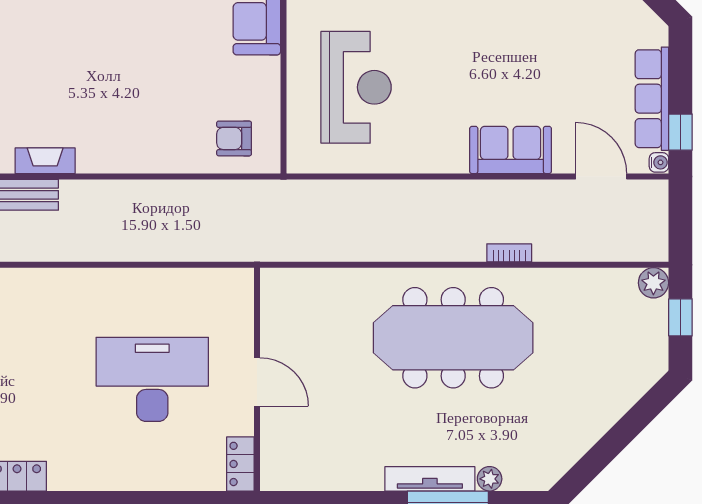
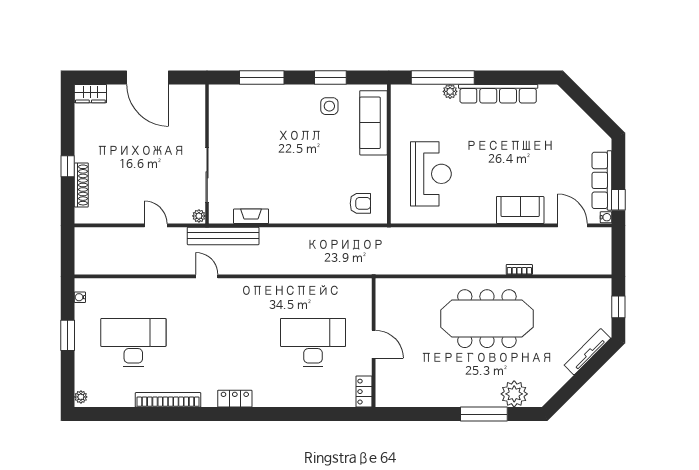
armchair: (234, 138) -> (360, 203), turned 180
plant: (653, 283) -> (603, 287), removed
tv unit: (430, 479) -> (587, 352), moved, turned -45
plant: (490, 479) -> (514, 394), width x1.88, depth x1.88

